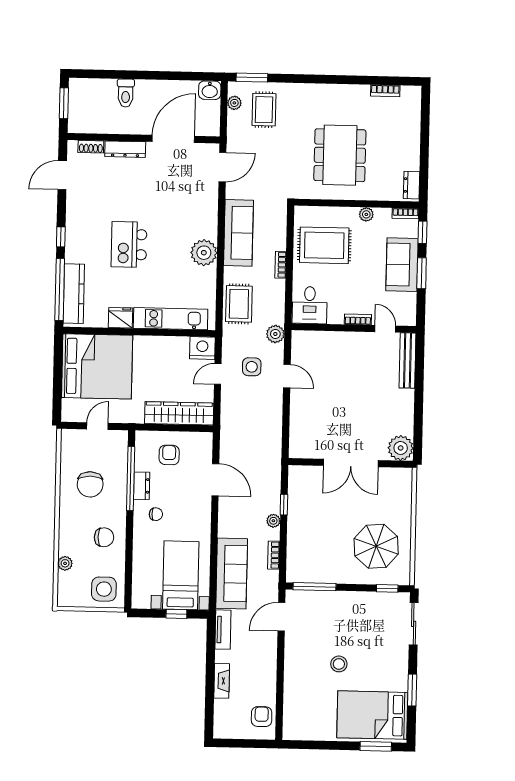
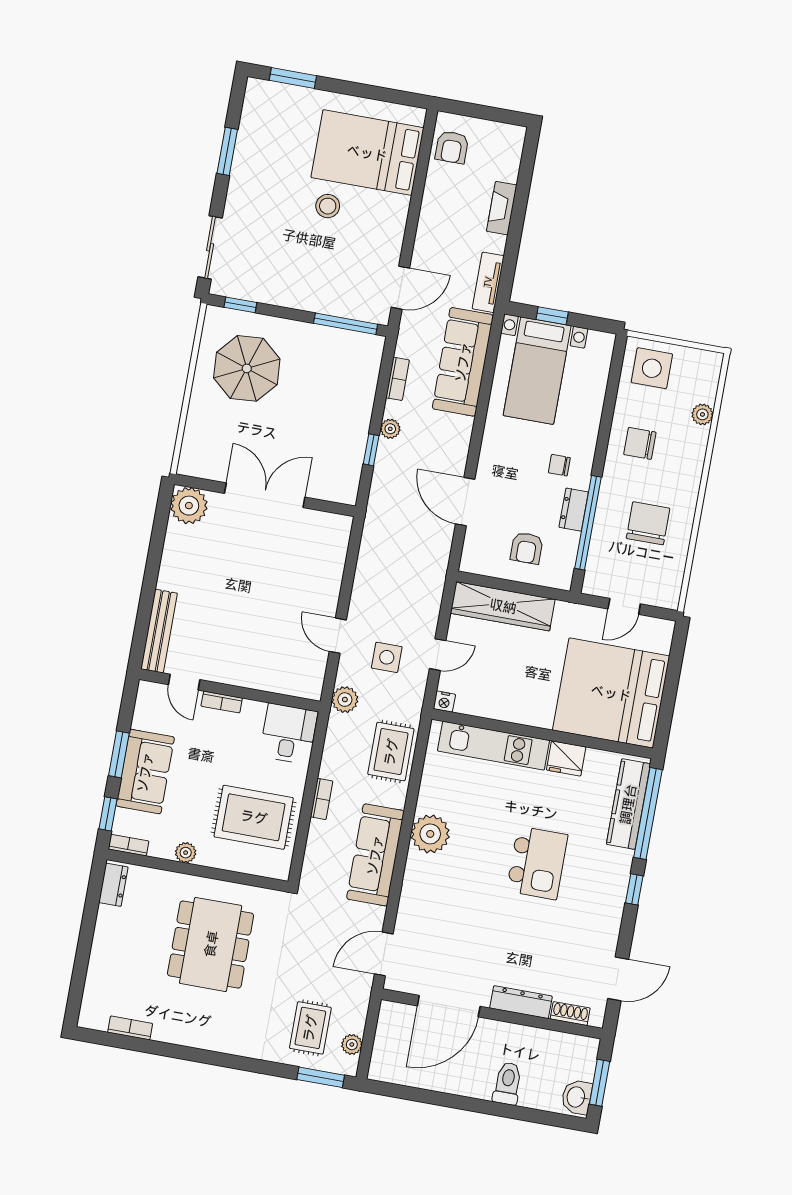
washbasin: (210, 90) -> (577, 1097), moved, turned -90
nightstand: (202, 348) -> (444, 702), width x0.53, depth x0.56
bed: (372, 715) -> (367, 153), moved, turned 180

